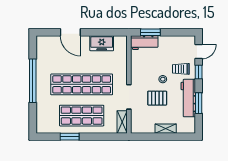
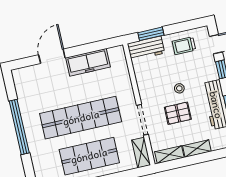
door: (70, 32) -> (52, 56), swing flipped
freezer: (102, 43) -> (88, 62), width x1.40
trolley: (181, 69) -> (184, 46), moved
shelving: (143, 128) -> (169, 155), added

